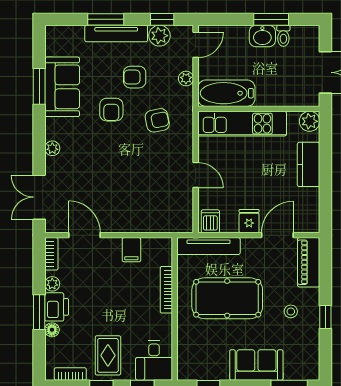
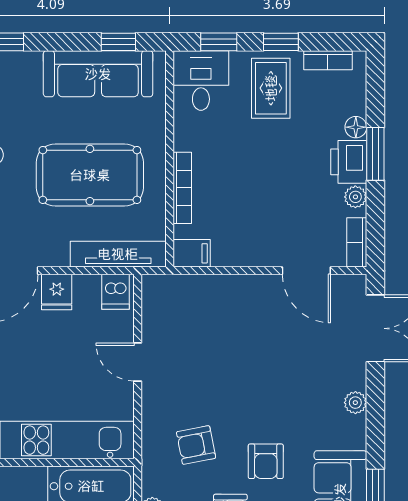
armchair: (111, 110) -> (266, 461), turned 180
filing cabinet: (131, 250) -> (192, 253), moved, turned 90
sofa: (256, 365) -> (98, 74), moved, width x1.36

